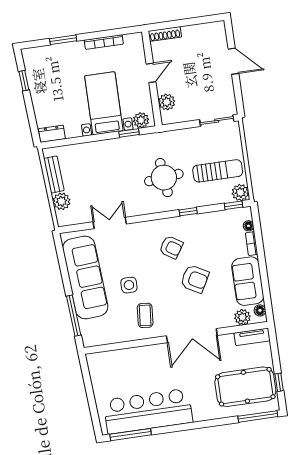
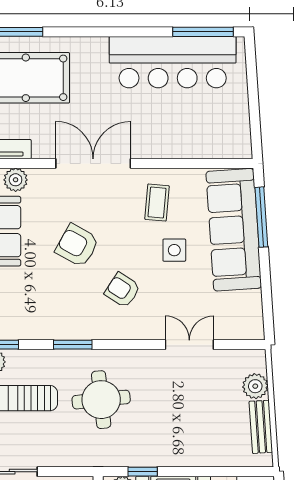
window: (188, 212) -> (73, 345), width x1.50
double door: (110, 223) -> (189, 345), swing flipped
armchair: (171, 247) -> (122, 290), moved
sofa: (85, 277) -> (234, 230), moved

